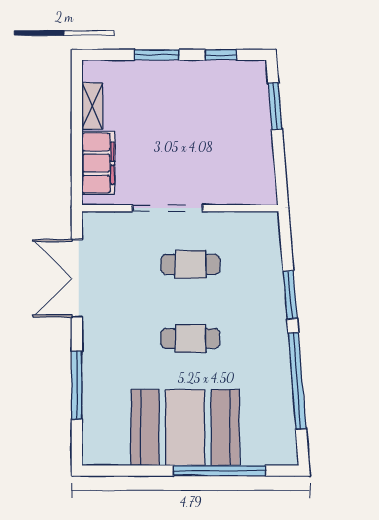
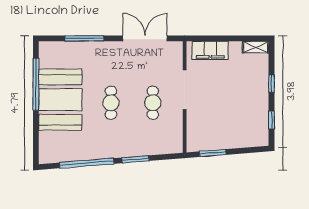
window: (157, 55) -> (272, 84), width x0.67
shelving: (92, 106) -> (256, 47), moved
window: (275, 106) -> (213, 153), moved
window: (219, 471) -> (36, 84), moved

